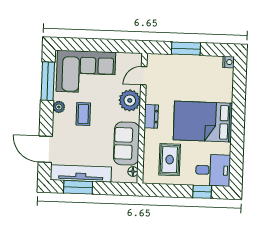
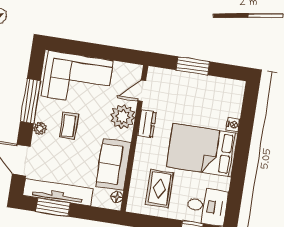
nightstand: (228, 62) -> (233, 125), moved
window: (48, 81) -> (30, 101), moved
plant: (59, 107) -> (40, 128), moved
dresser: (151, 116) -> (147, 124), moved

